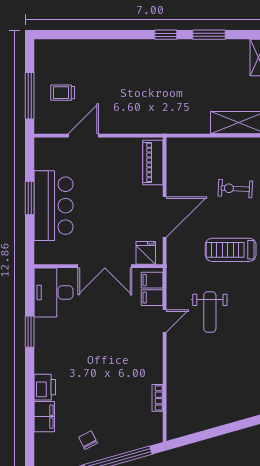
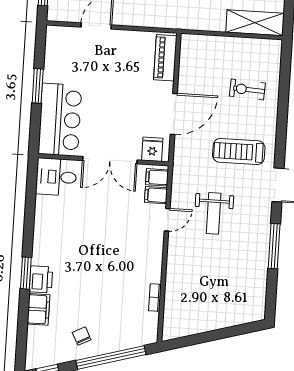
bar counter: (54, 206) -> (60, 120), moved
desk: (53, 293) -> (56, 177), width x0.73
window: (30, 332) -> (26, 273), moved

